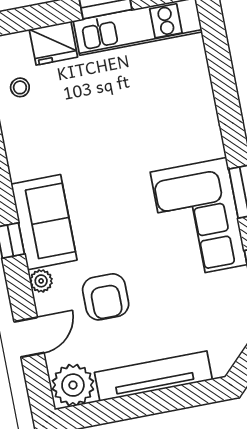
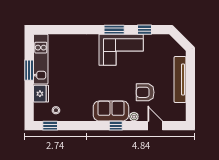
armchair: (106, 297) -> (145, 92), turned 180
plant: (73, 385) -> (177, 112), removed

